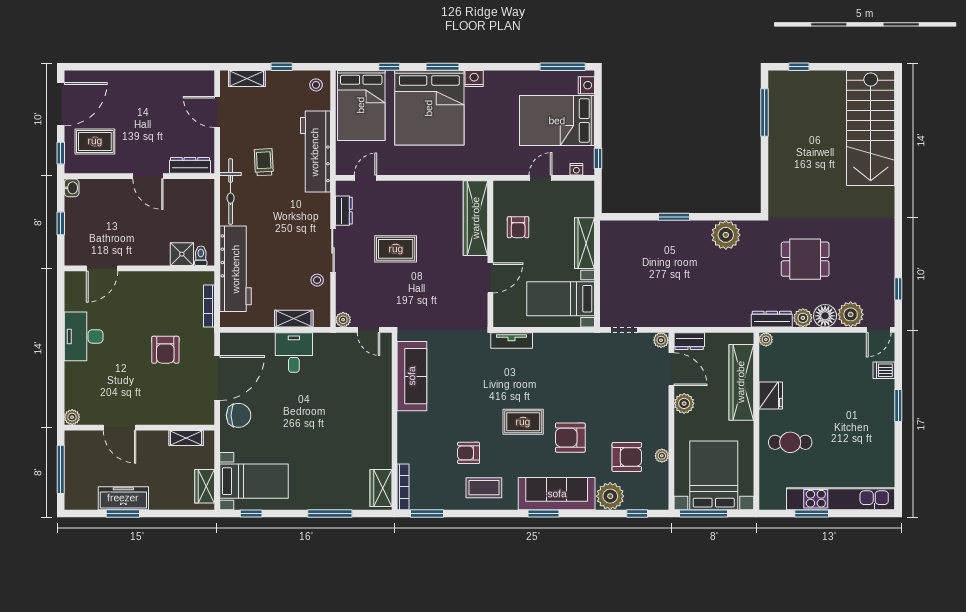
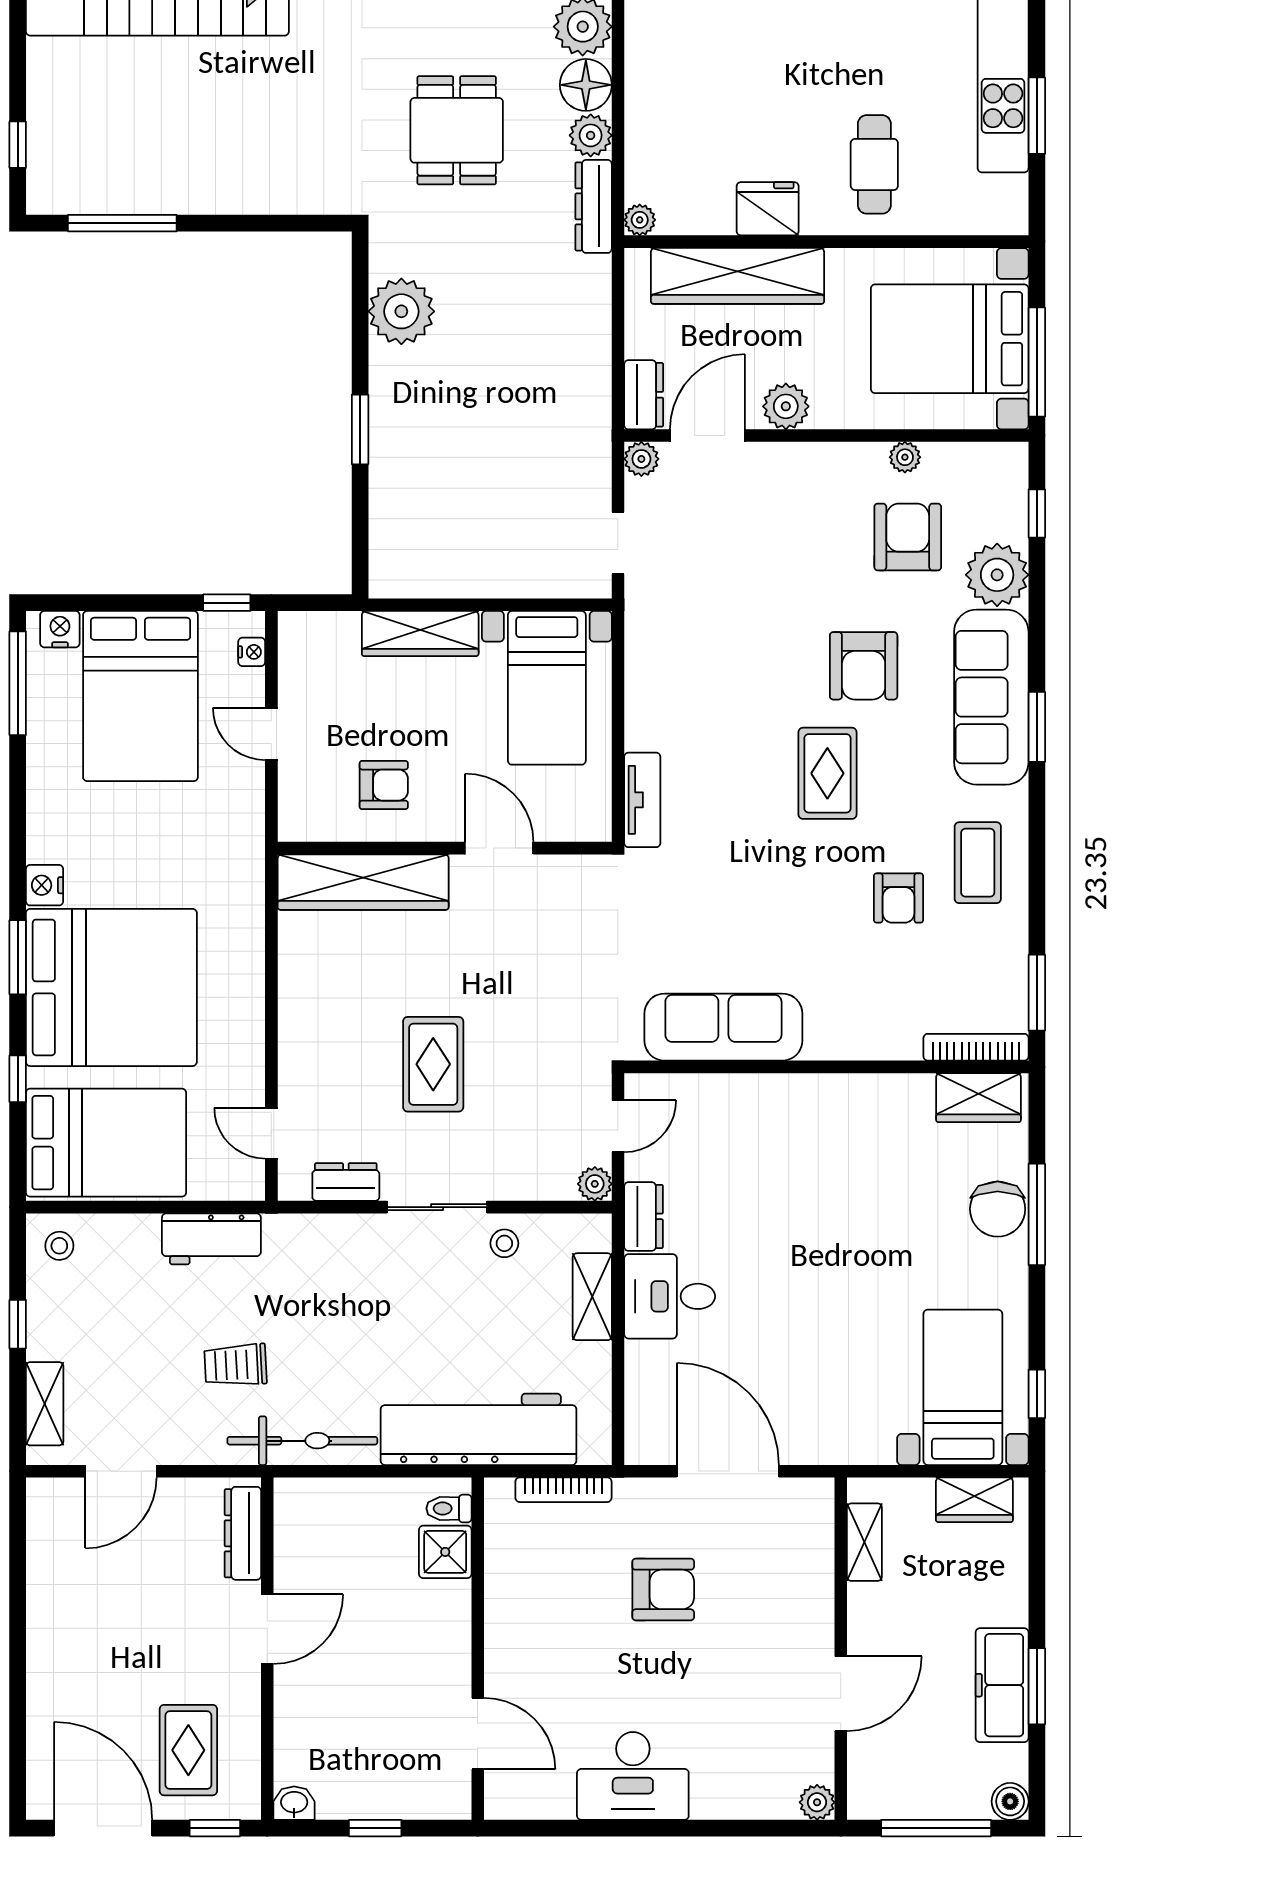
workbench: (315, 152) -> (211, 1239), width x0.53, depth x0.76
dresser: (329, 341) -> (644, 1216), added
chair: (239, 415) -> (998, 1209), moved, turned 180
boiler: (72, 502) -> (1010, 1801), added

